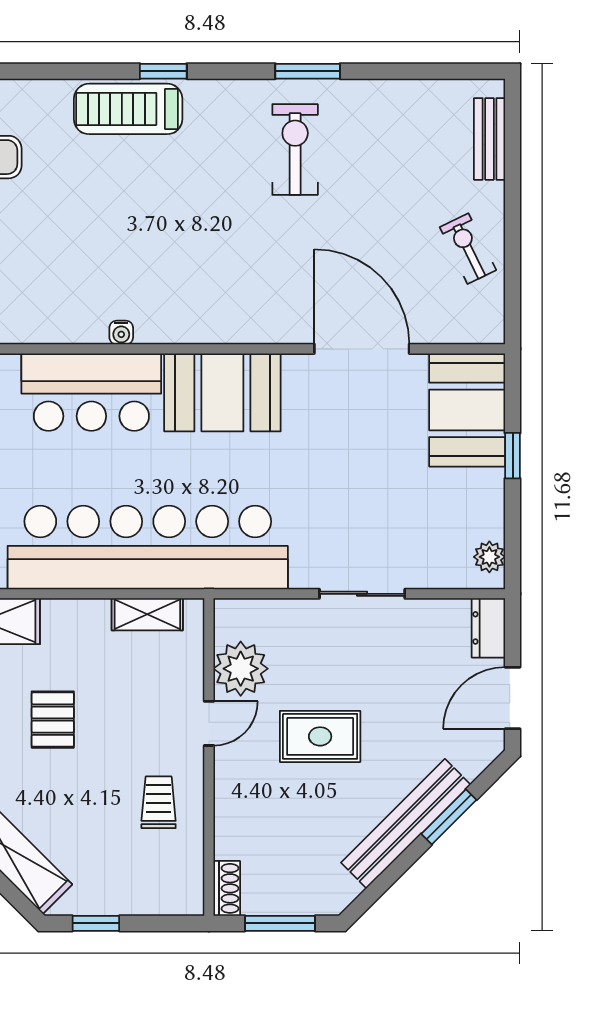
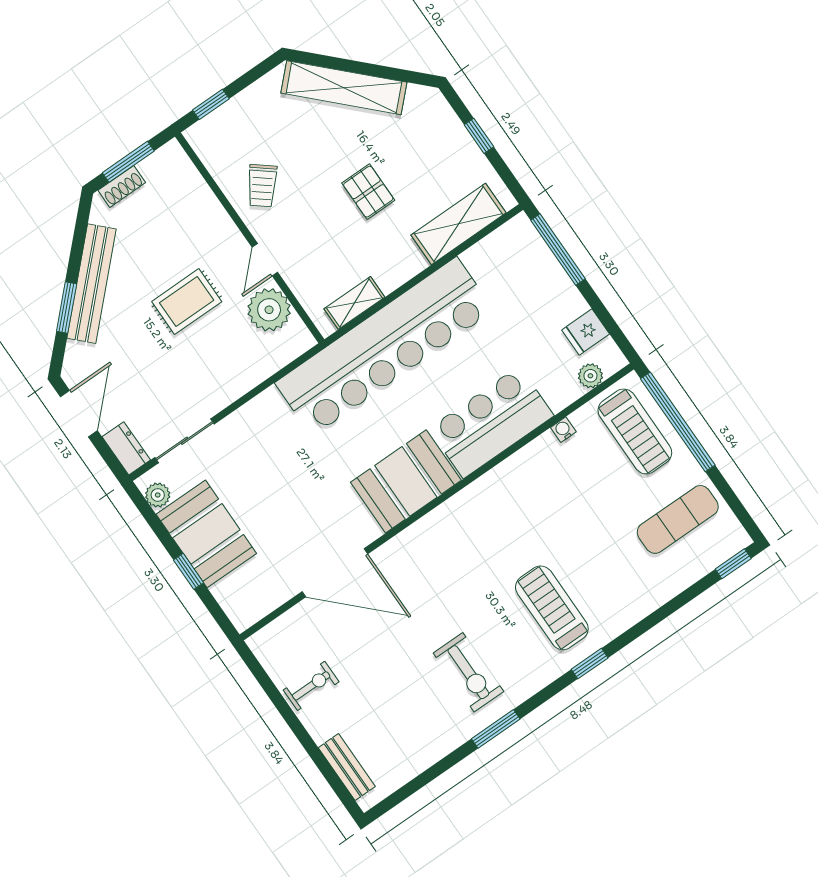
treadmill: (128, 109) -> (552, 608), moved, turned -90
exercise bike: (468, 249) -> (311, 686), turned -64
water cooler: (121, 333) -> (563, 430), moved
booth: (467, 410) -> (206, 534), moved
sliding door: (362, 594) -> (185, 441), moved
trolley: (159, 802) -> (262, 186), turned 39
shoe rack: (227, 888) -> (122, 186), moved, turned -90
window: (96, 923) -> (211, 104), moved

